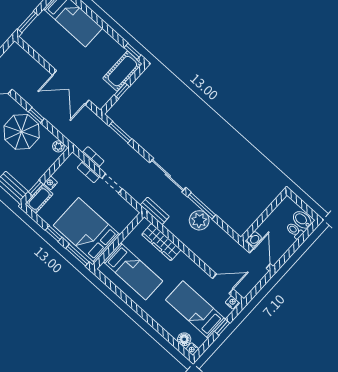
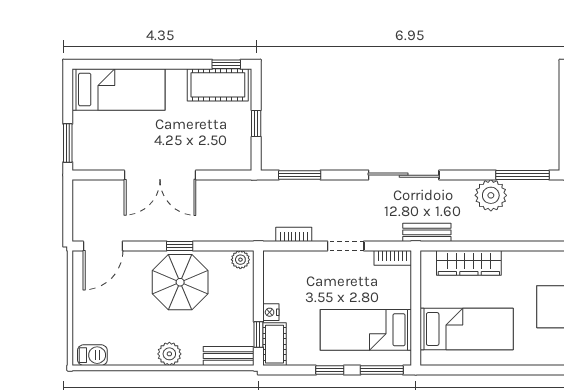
cot: (122, 71) -> (218, 85), moved, turned 90
double door: (71, 87) -> (160, 175), moved
bookcase: (88, 172) -> (393, 258), moved
window: (202, 206) -> (522, 175), moved
bed: (87, 230) -> (366, 330), width x0.67

